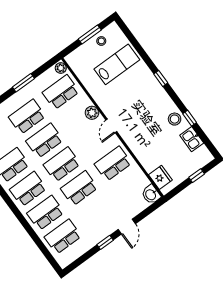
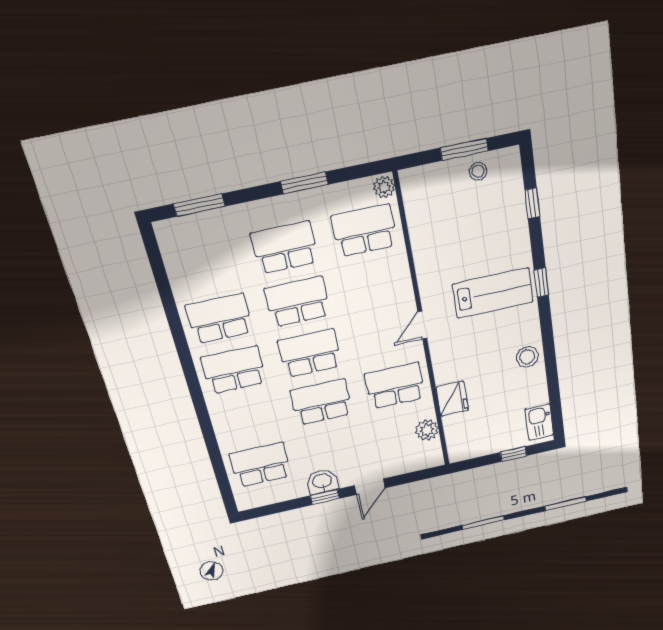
lab bench: (117, 64) -> (493, 293), moved
plant: (92, 113) -> (427, 430), moved
window: (190, 118) -> (532, 203), moved
kitchen sink: (192, 139) -> (539, 422), moved
fridge: (160, 177) -> (452, 399), moved
washbasin: (151, 195) -> (322, 481), moved, turned 90
school desk: (45, 213) -> (248, 419), removed

